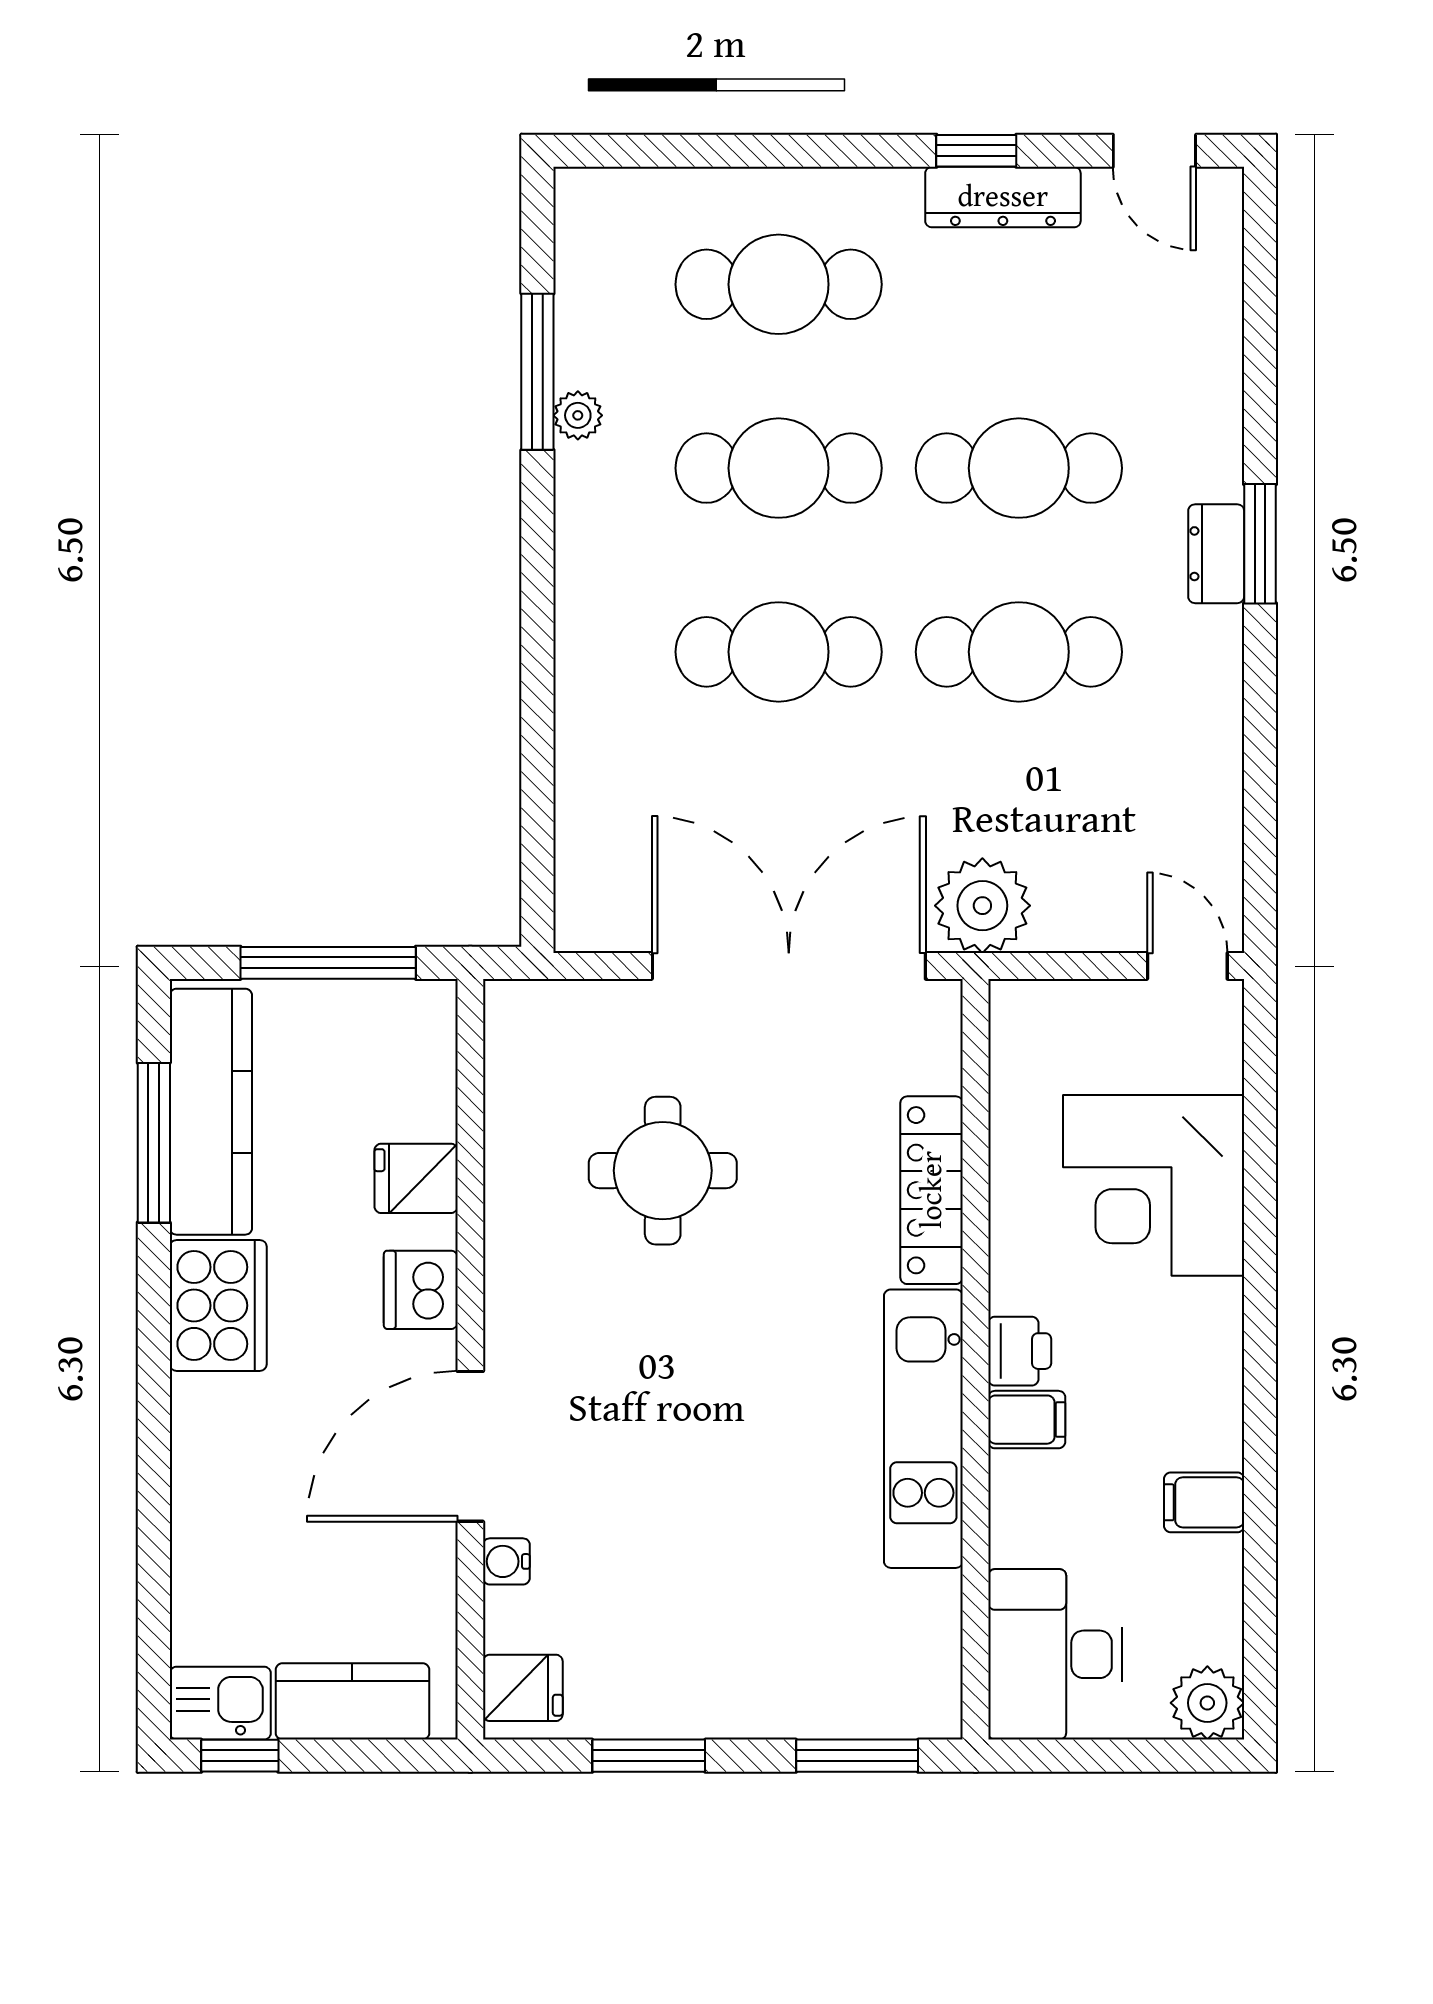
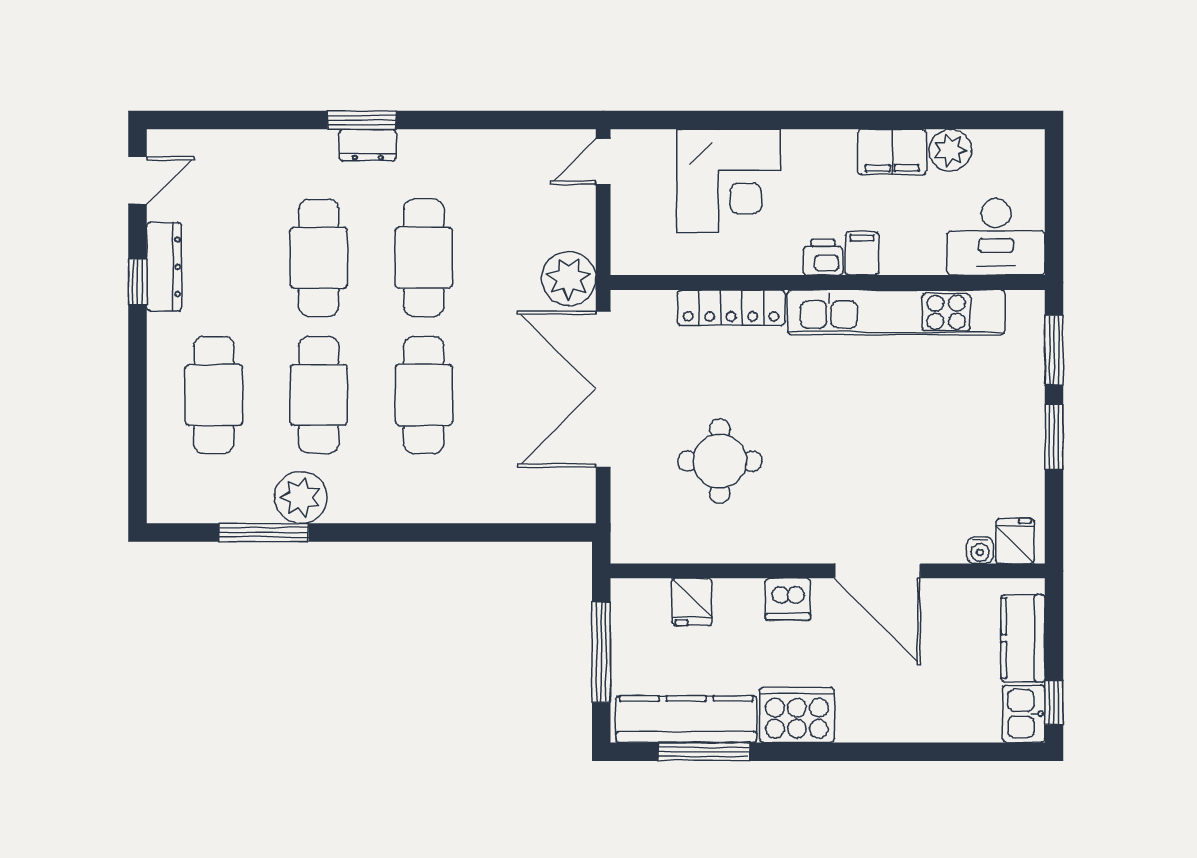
plant: (578, 415) -> (301, 497), width x1.88, depth x1.88
fridge: (416, 1178) -> (692, 602), moved
kitchen unit: (923, 1429) -> (896, 312), width x1.36
filing cabinet: (1204, 1502) -> (892, 152), width x2.00
water cooler: (506, 1561) -> (980, 550), moved
plant: (1207, 1703) -> (950, 150), moved
window: (649, 1756) -> (1054, 437), moved

